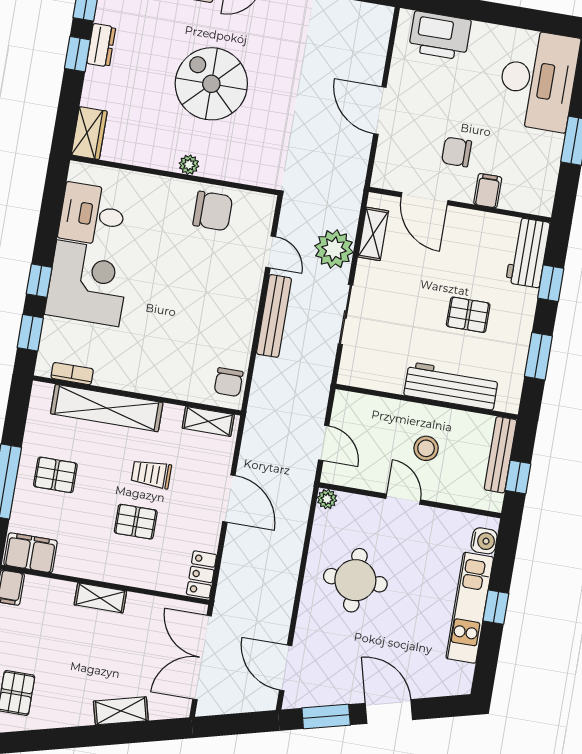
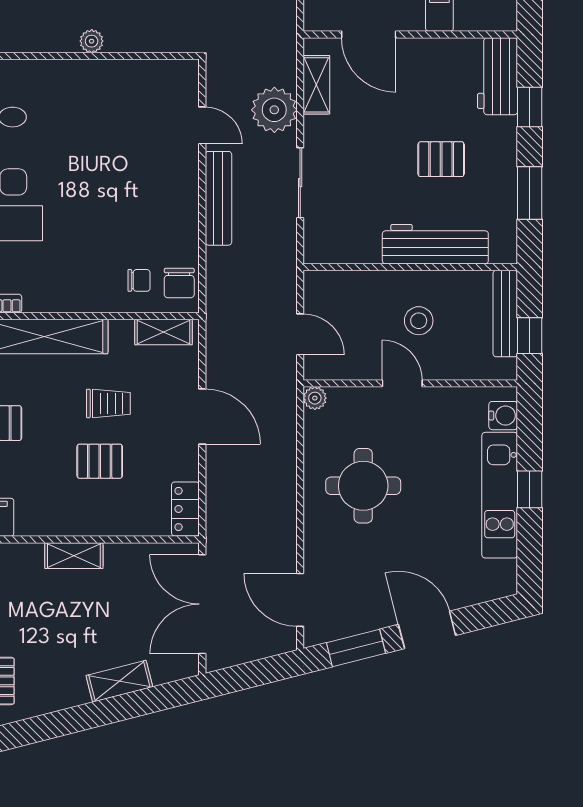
chair: (213, 211) -> (139, 280), moved, width x0.54, depth x0.54
trolley: (151, 474) -> (108, 403), turned 180

